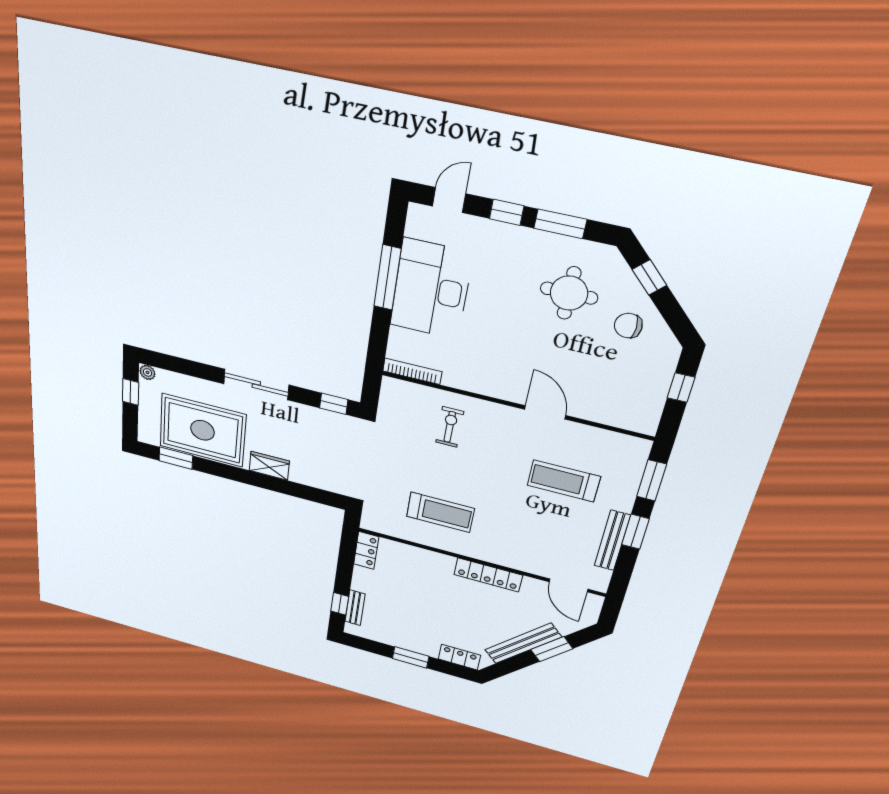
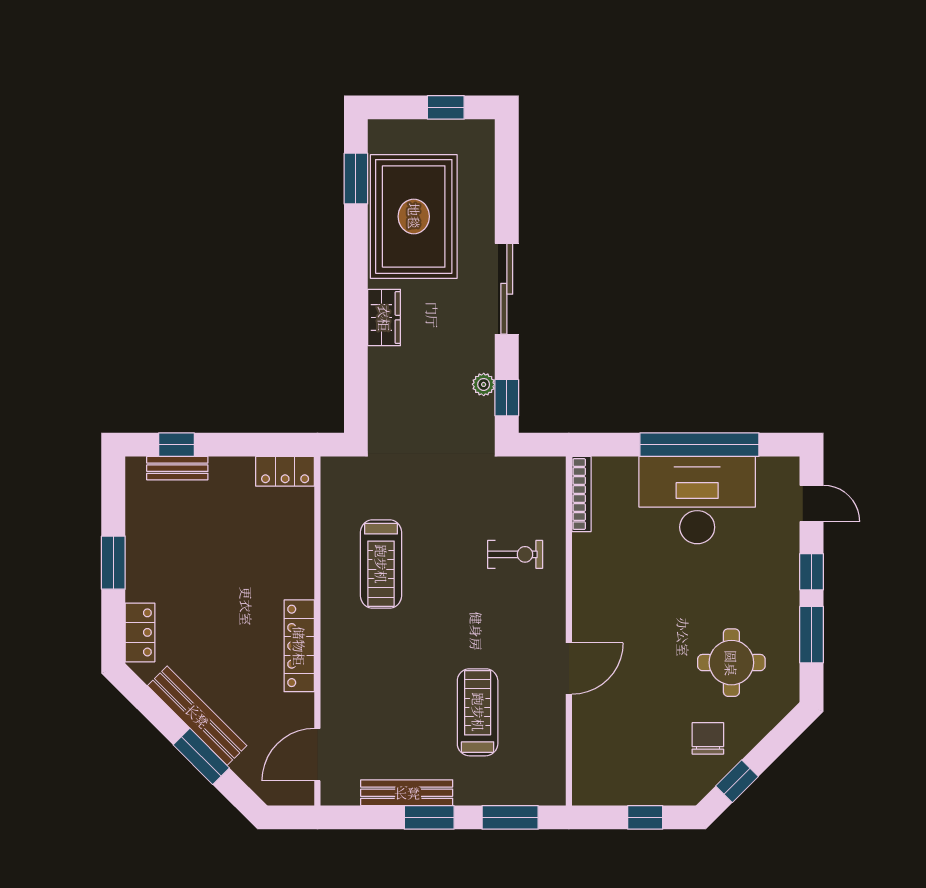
window: (649, 277) -> (737, 781), moved
window: (387, 278) -> (699, 445), width x1.46
plant: (148, 372) -> (484, 384), moved

